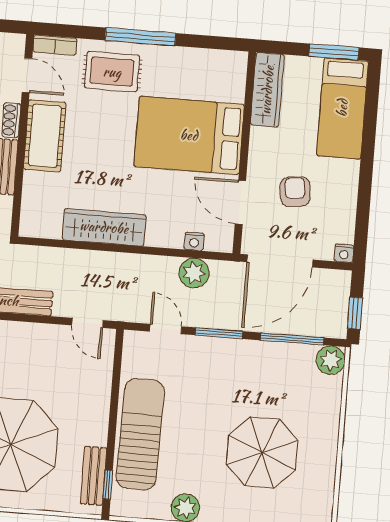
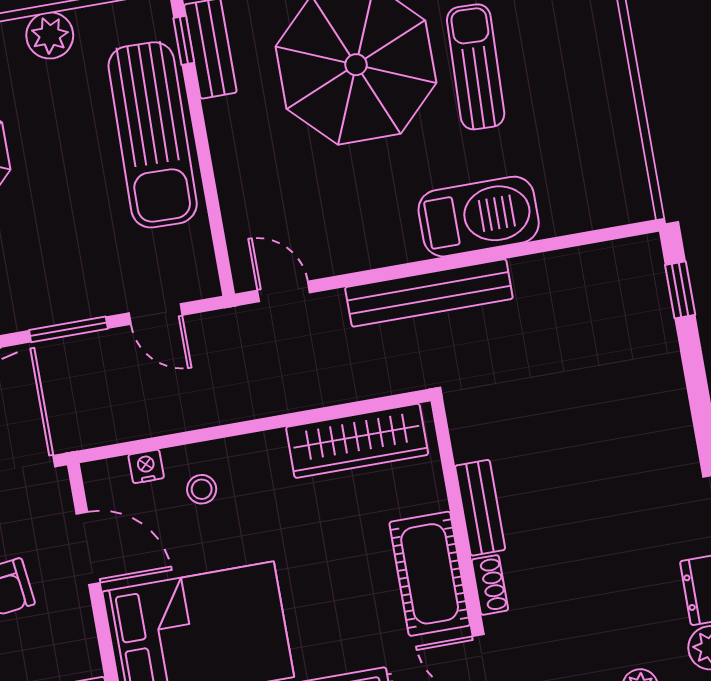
stool: (165, 220) -> (202, 489), added
wardrobe: (104, 227) -> (357, 441), moved
plant: (194, 273) -> (133, 416), removed

